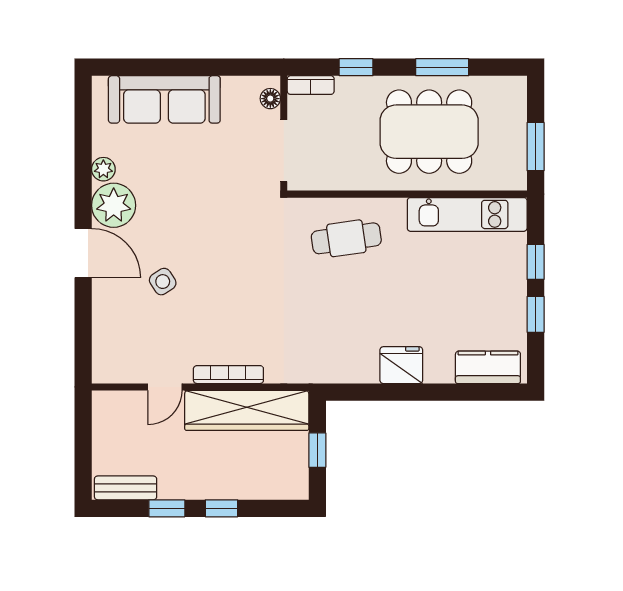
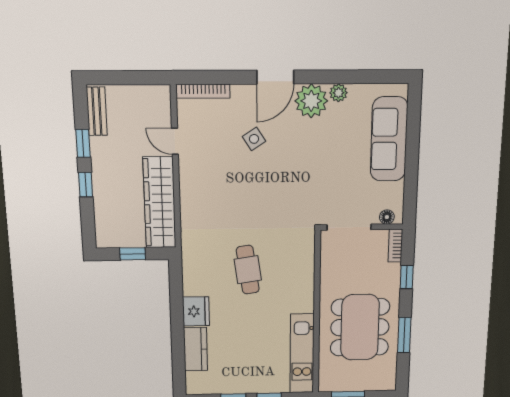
cafe table: (346, 238) -> (248, 270), moved
kitchen counter: (488, 367) -> (195, 349), moved
bookcase: (228, 375) -> (203, 91), moved, turned 90

